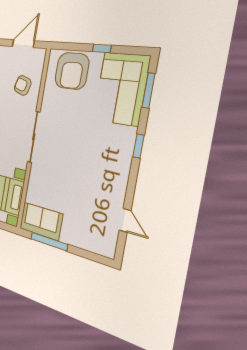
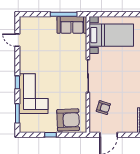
armchair: (72, 71) -> (68, 120), turned 88
corner sofa: (121, 89) -> (34, 94), moved

